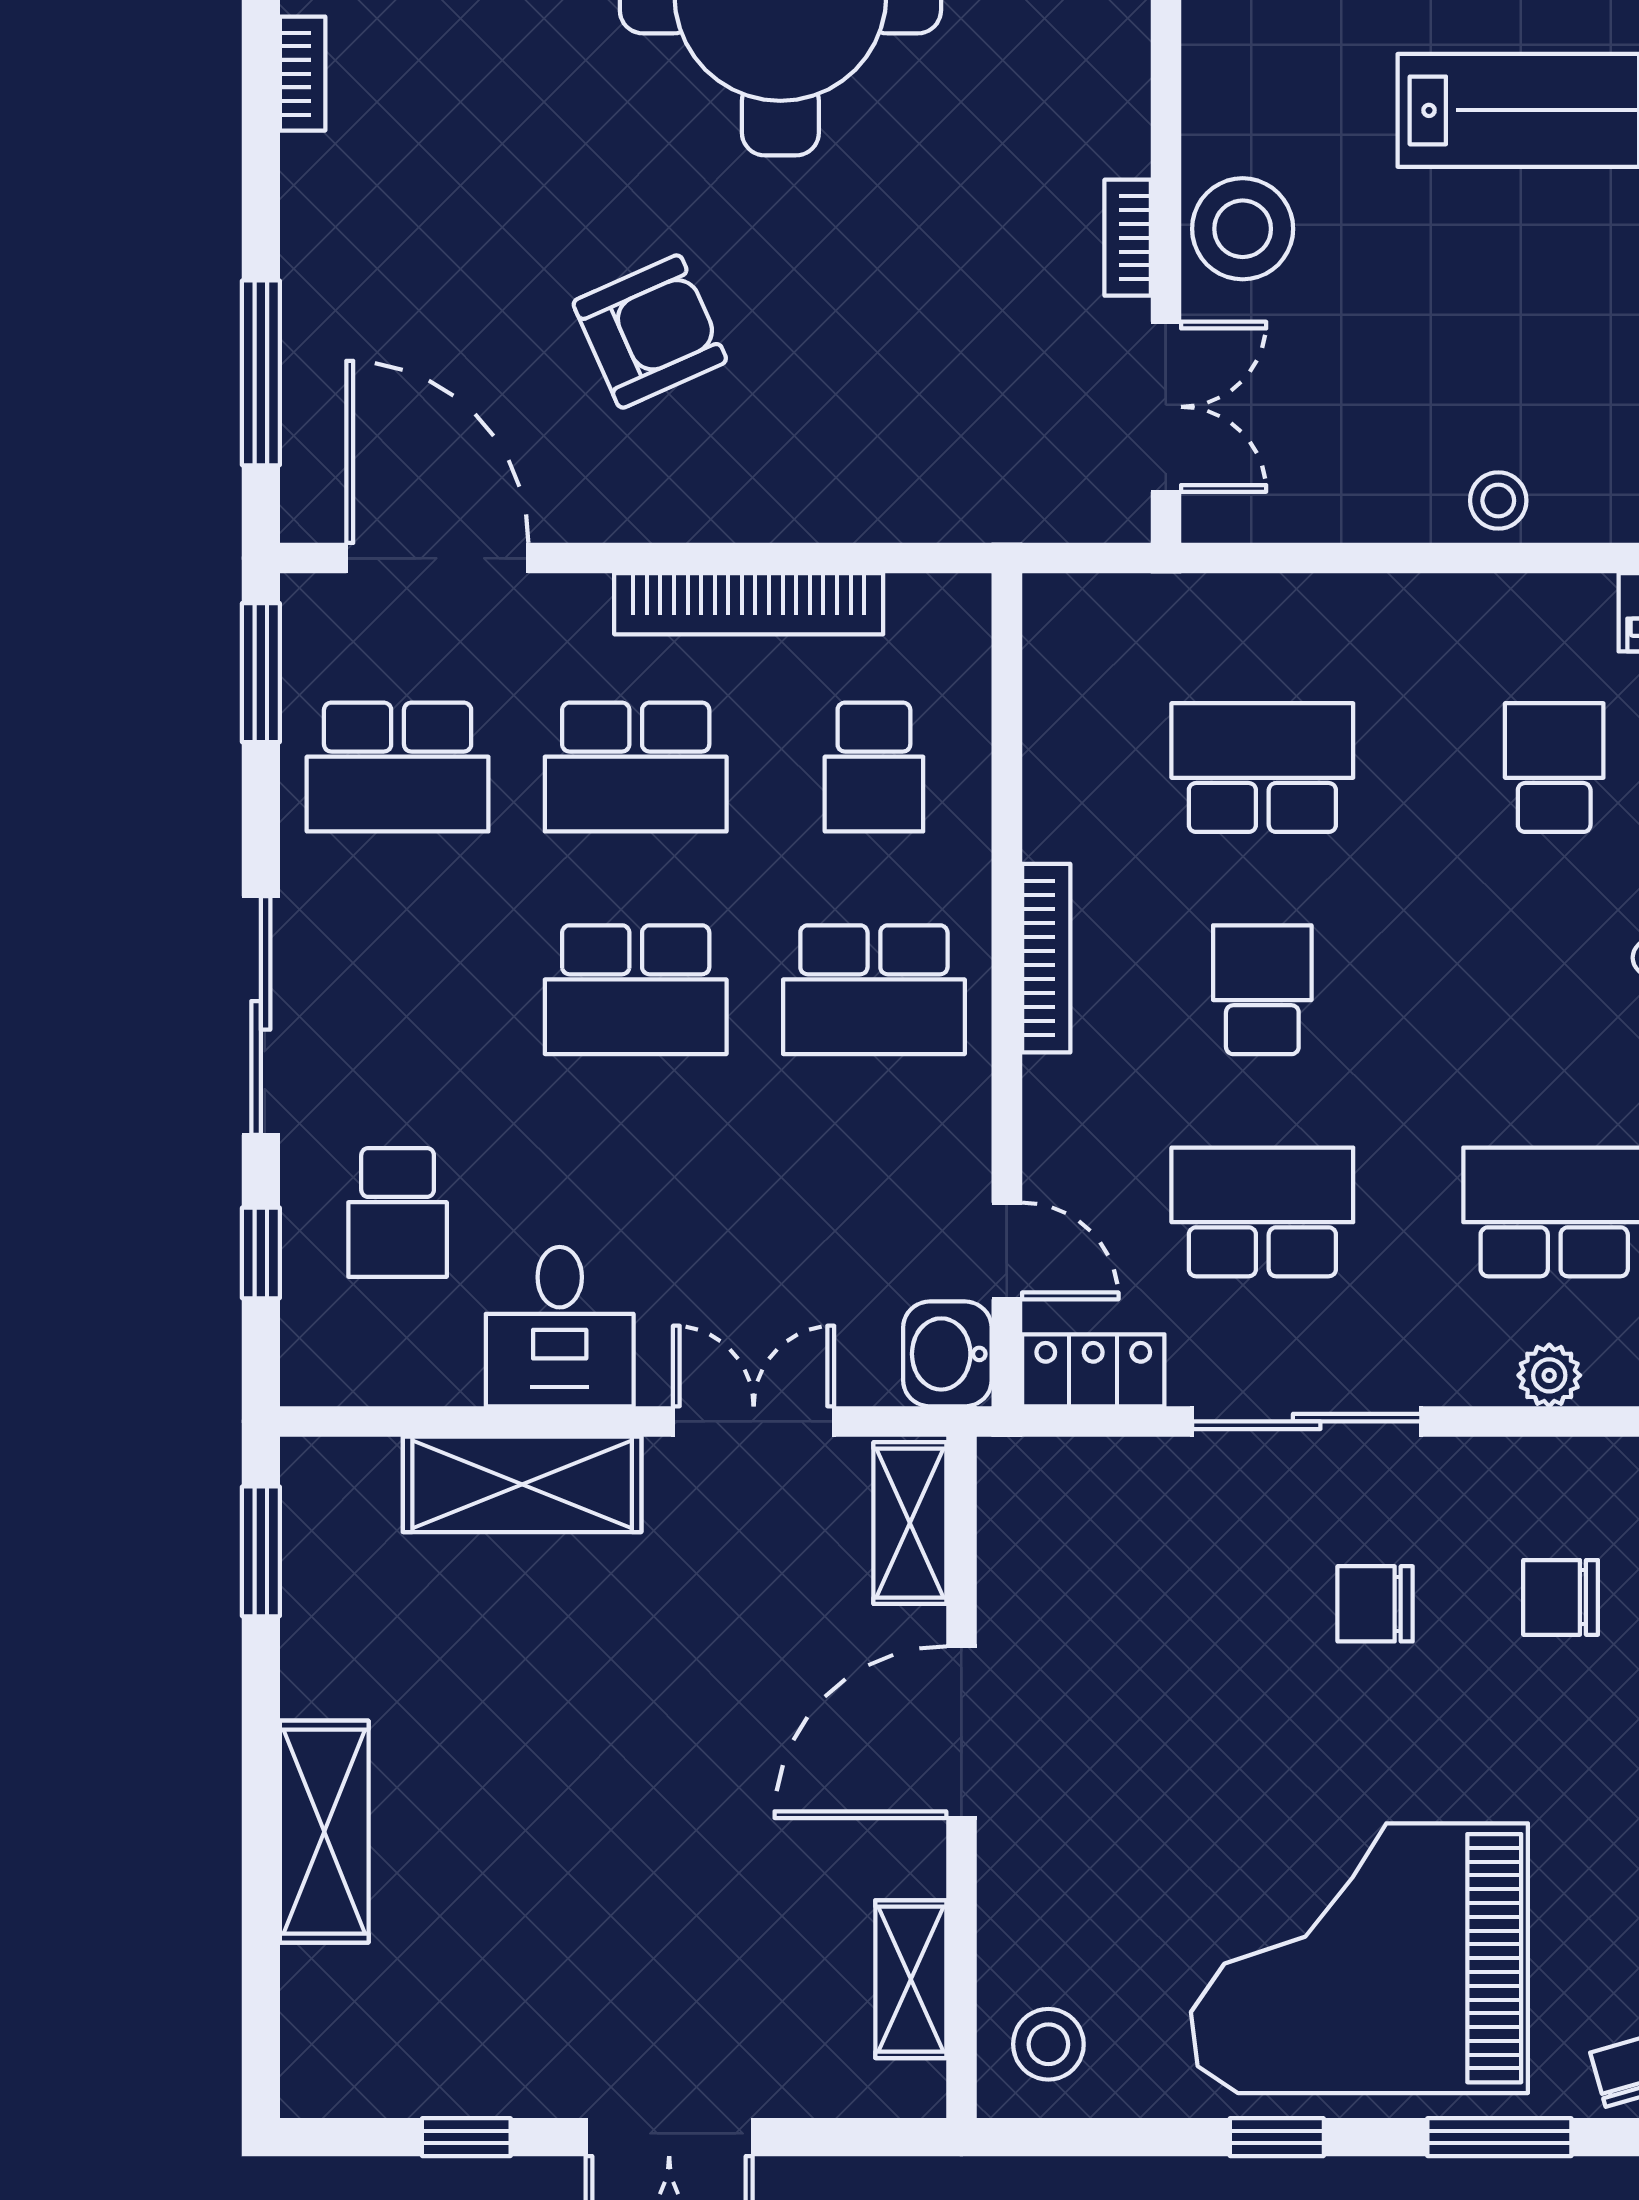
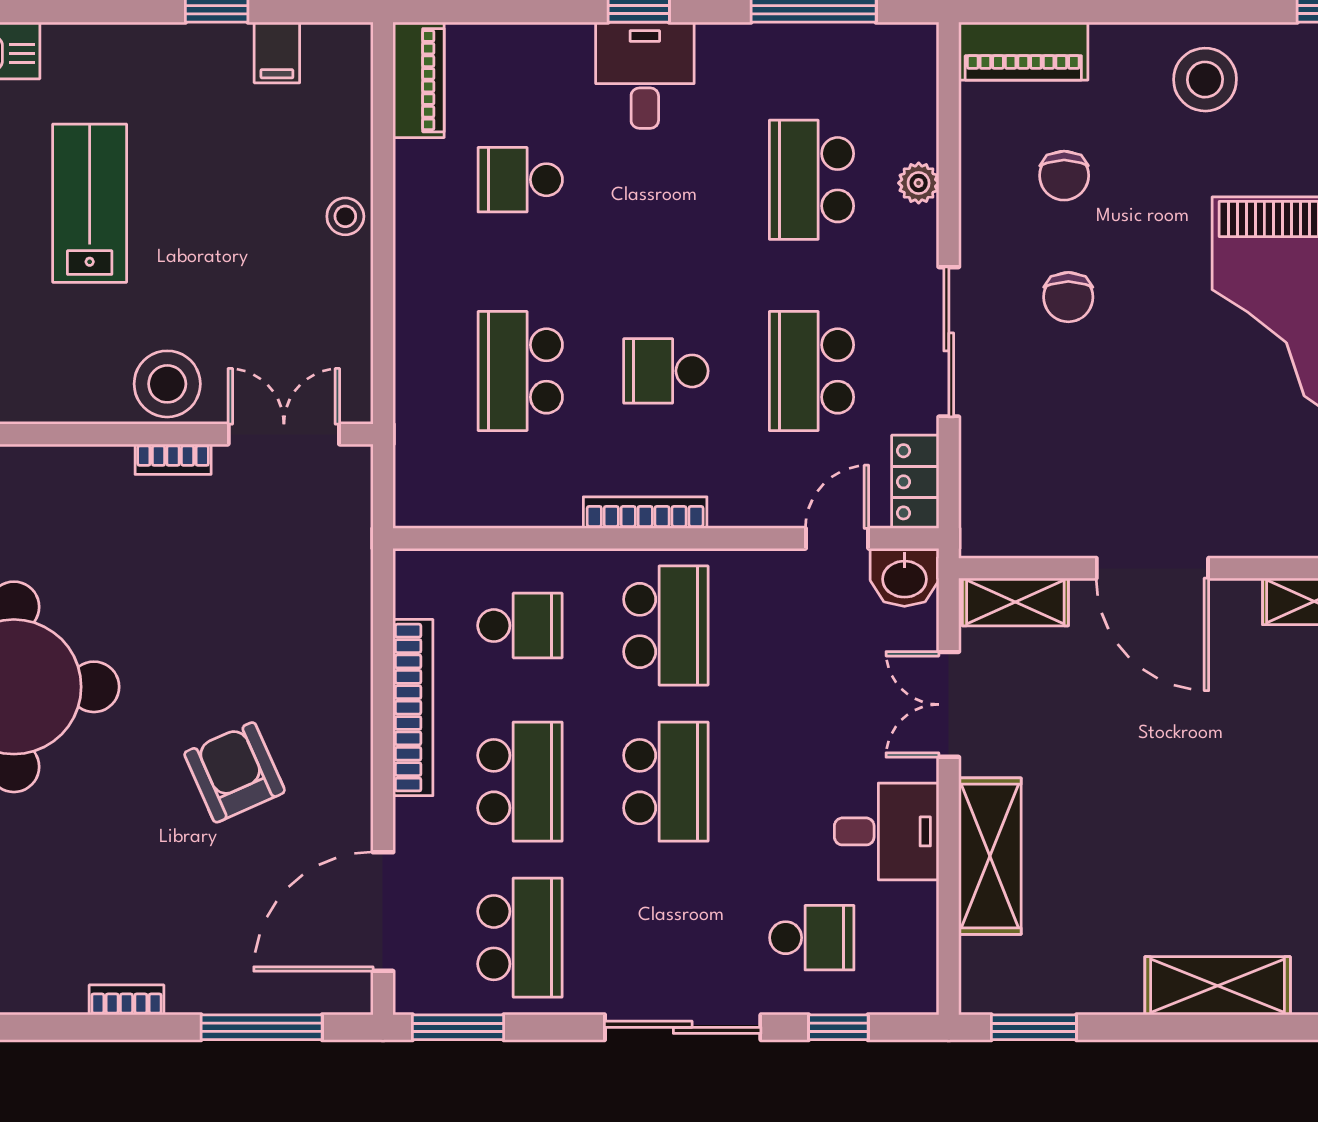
bookcase: (303, 74) -> (126, 1000), moved

